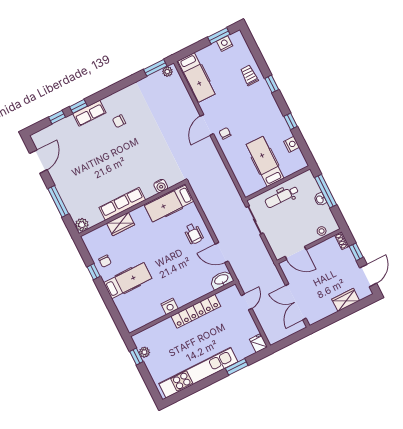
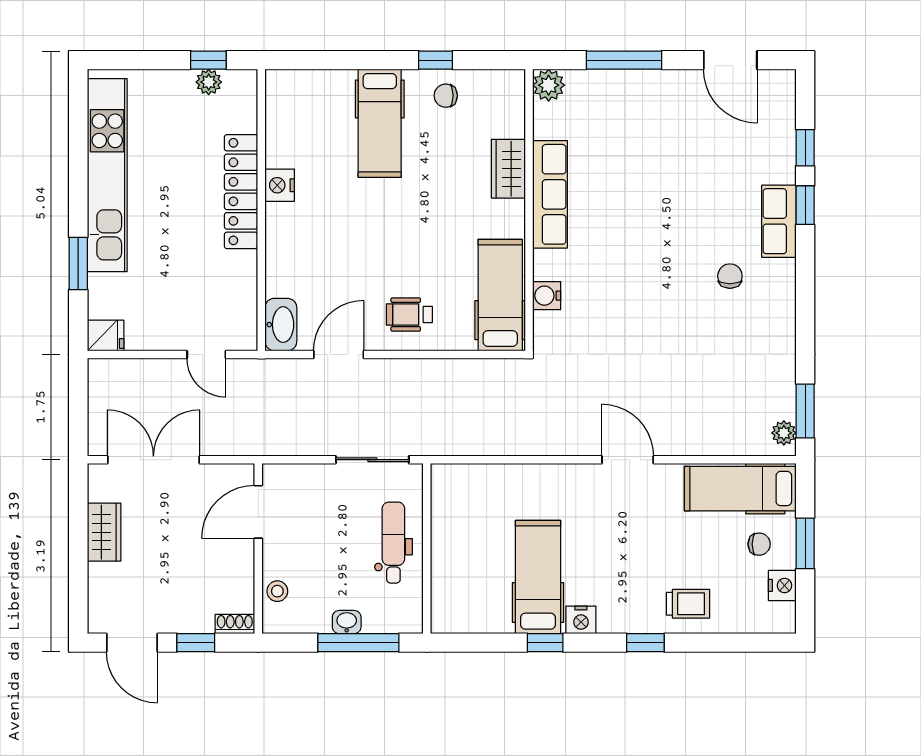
window: (219, 36) -> (805, 543), moved
chair: (225, 133) -> (759, 544), moved
nightstand: (291, 144) -> (581, 620), moved
hospital bed: (265, 161) -> (538, 577), moved, turned -90
wardrobe: (346, 300) -> (104, 532), moved
locker: (196, 311) -> (241, 192), moved

